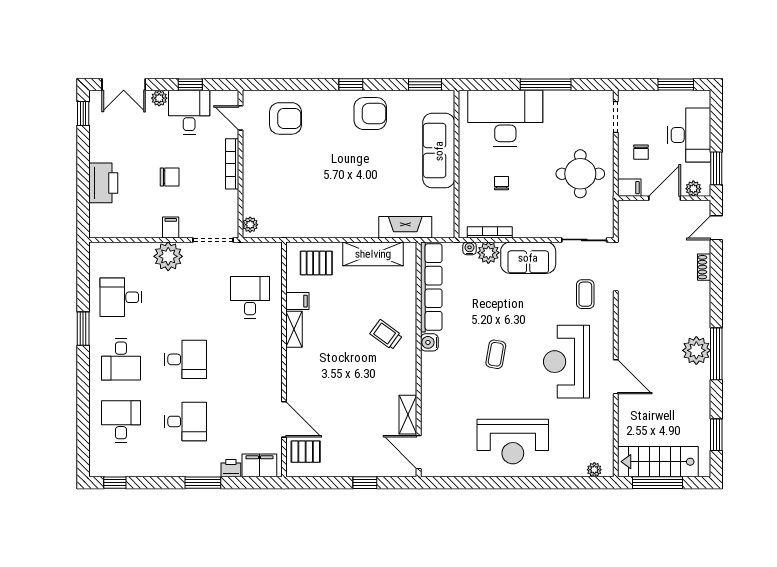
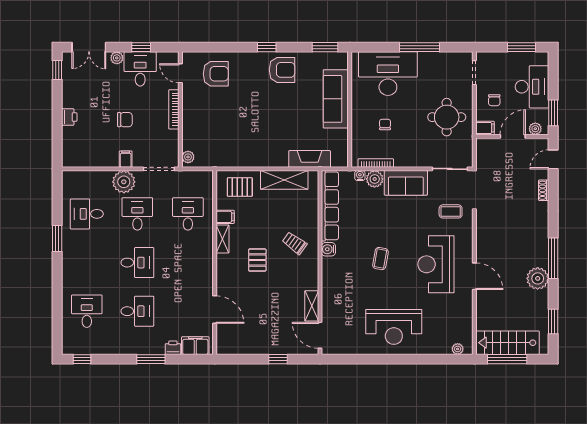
printer: (103, 183) -> (69, 117), width x0.53, depth x0.68
coffee table: (585, 294) -> (451, 211), turned 90
plant: (696, 350) -> (538, 278), moved
desk: (121, 359) -> (137, 214), moved, turned 180
pallet: (306, 452) -> (257, 260), moved, turned 90

